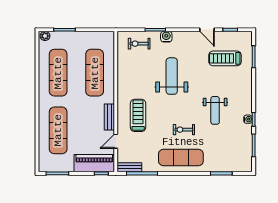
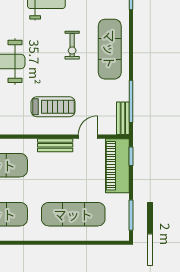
treadmill: (138, 115) -> (53, 107), turned 180
door: (116, 141) -> (88, 137), swing flipped

